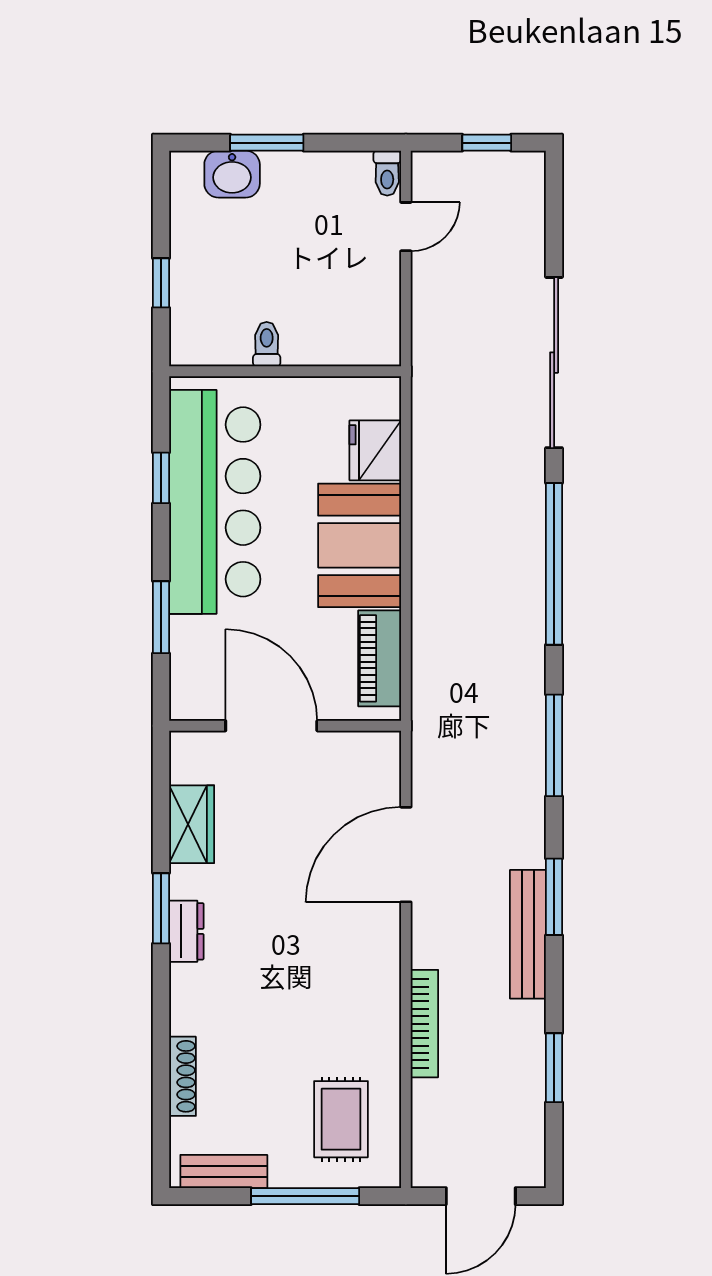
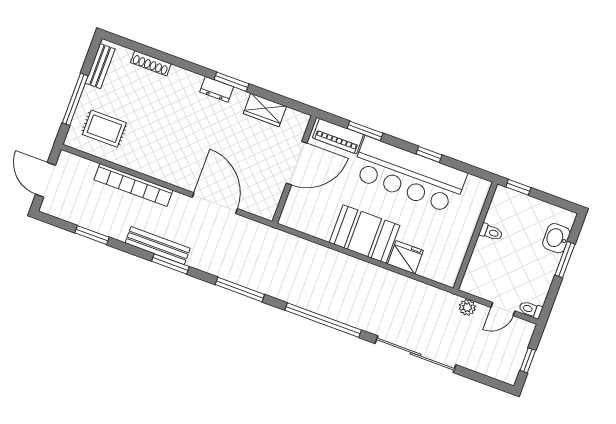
door: (406, 227) -> (503, 309), hinge flipped
plant: (428, 296) -> (467, 307), added
toilet: (267, 344) -> (491, 232), moved
wall: (285, 371) -> (475, 236), moved
piano: (380, 658) -> (338, 136), moved, turned 180
bookcase: (424, 1024) -> (133, 185), width x1.48, depth x1.31

